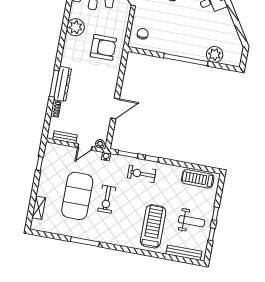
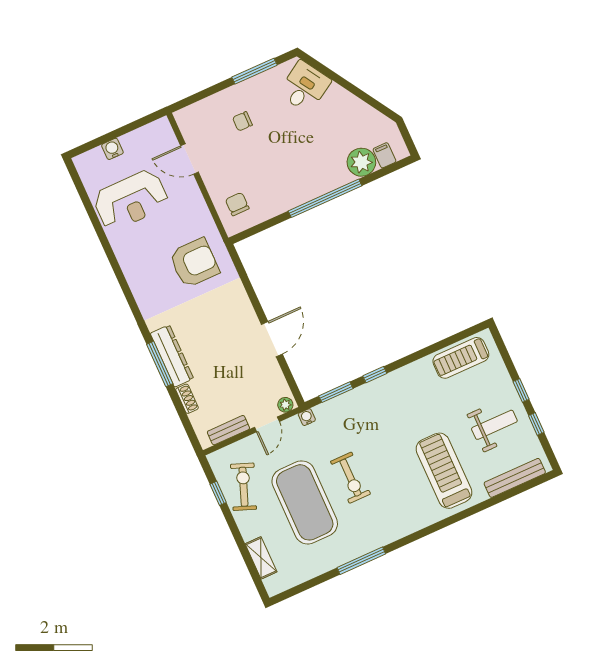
plant: (76, 27) -> (134, 262), removed
filing cabinet: (228, 59) -> (384, 155), added
exercise bike: (142, 174) -> (244, 487), moved, turned 111

